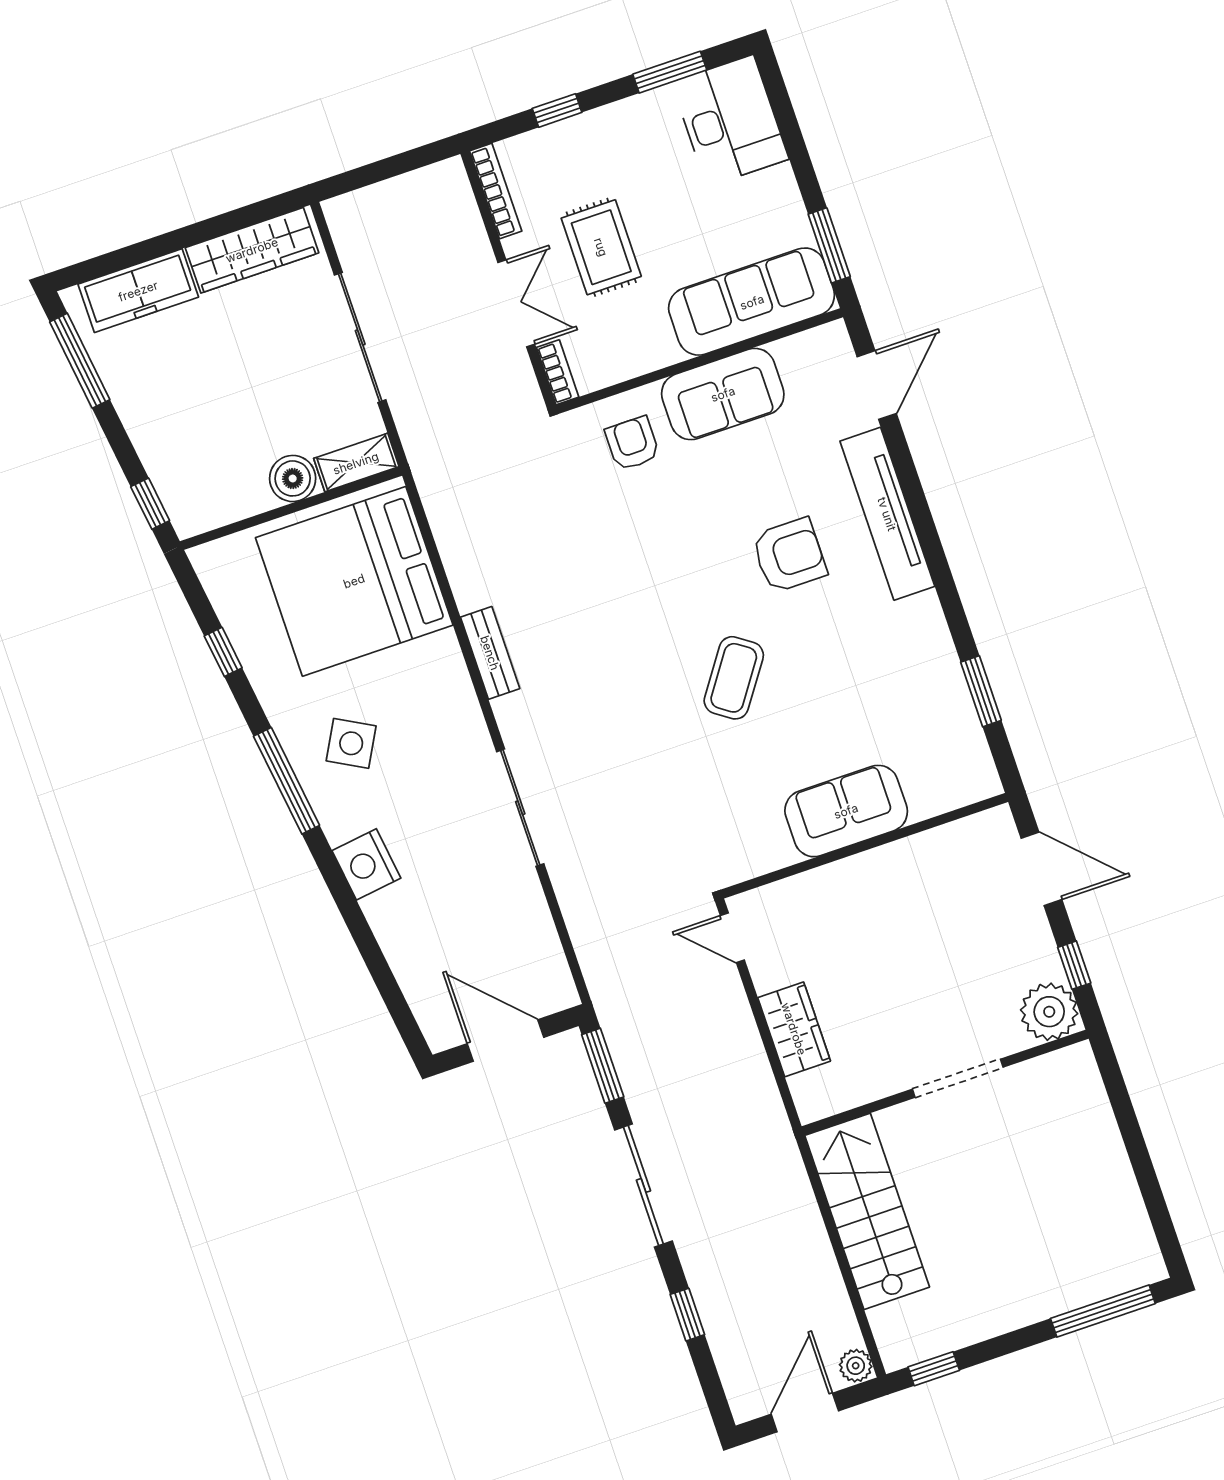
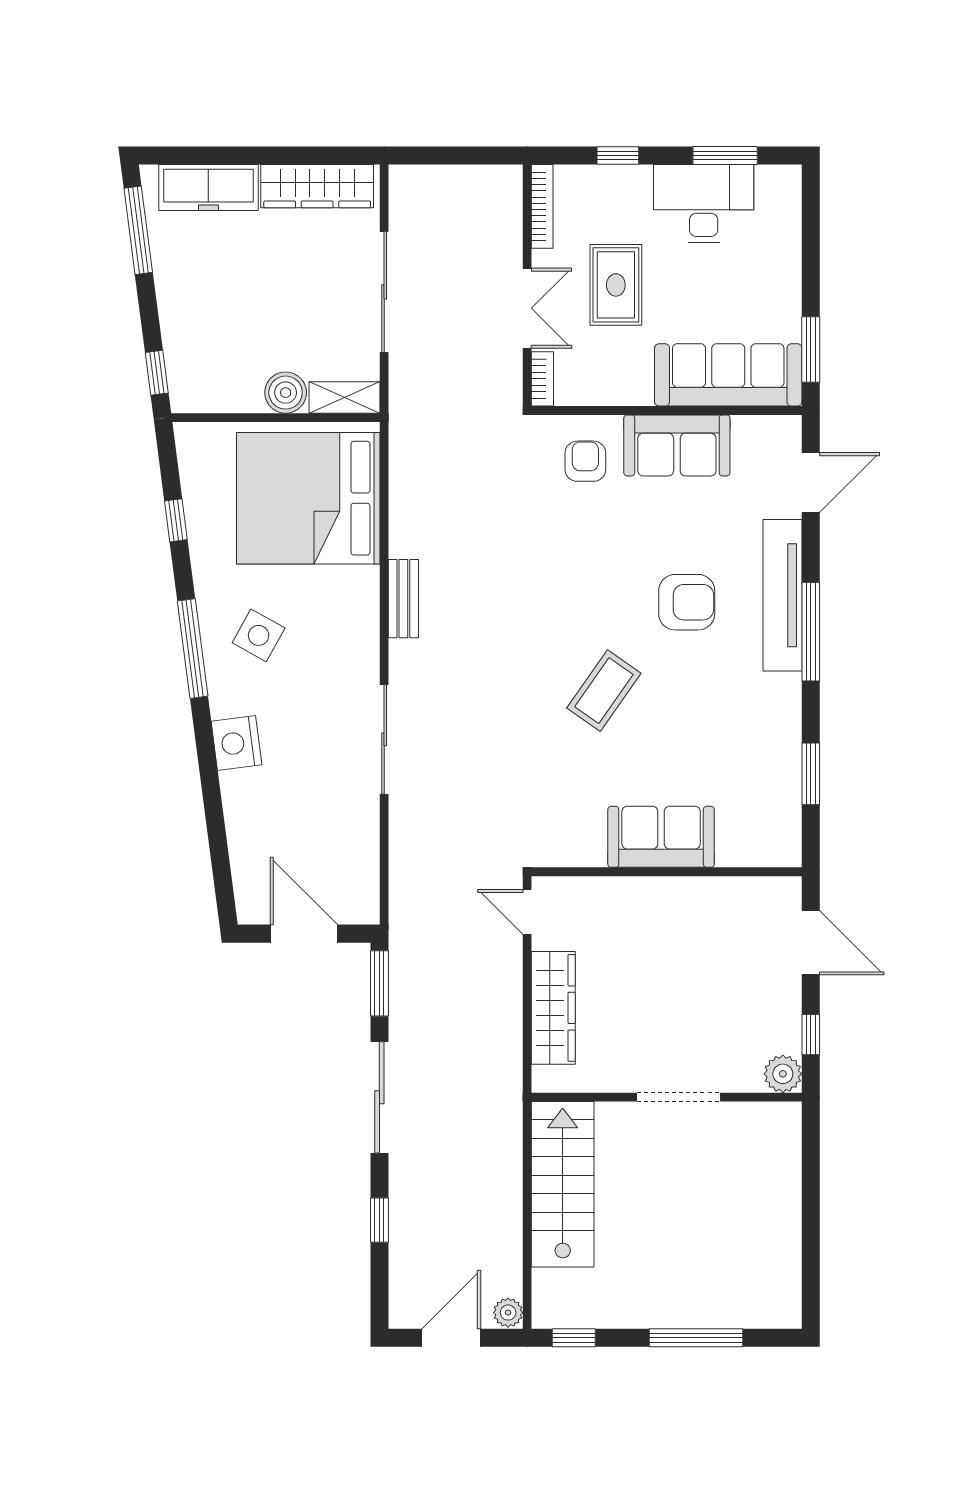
desk: (730, 121) -> (704, 204), moved, turned -90
window: (930, 542) -> (811, 632), added
plant: (1049, 1012) -> (783, 1074), width x0.73, depth x0.73
wardrobe: (794, 1029) -> (553, 1008), width x1.50
window: (1103, 1311) -> (696, 1338), moved

